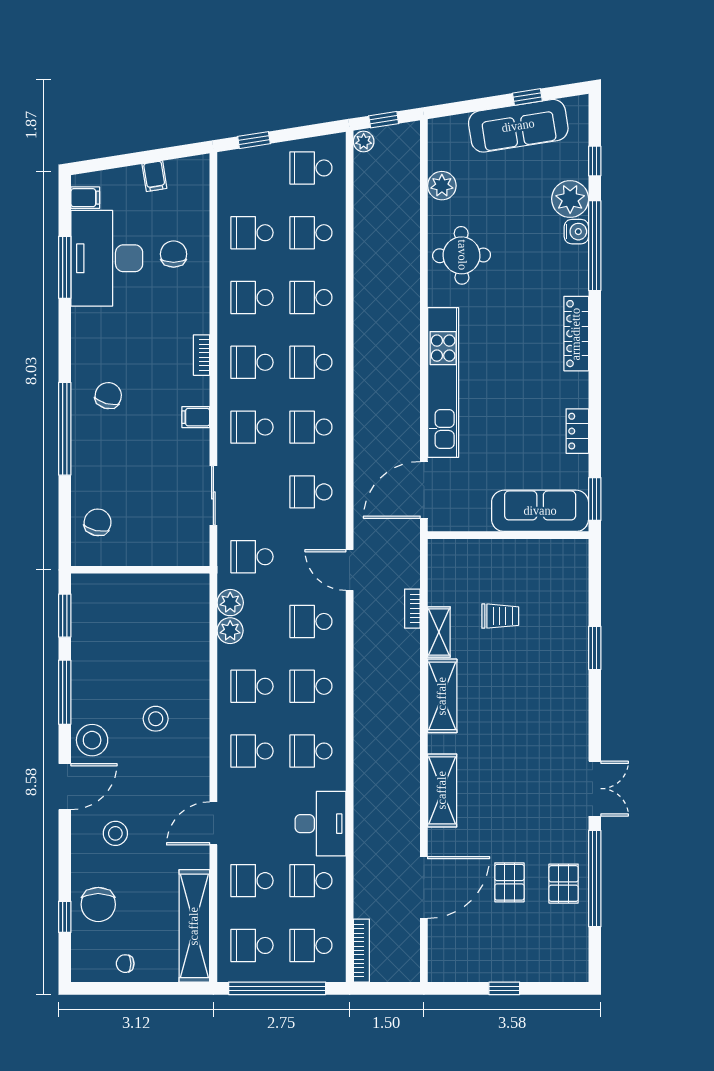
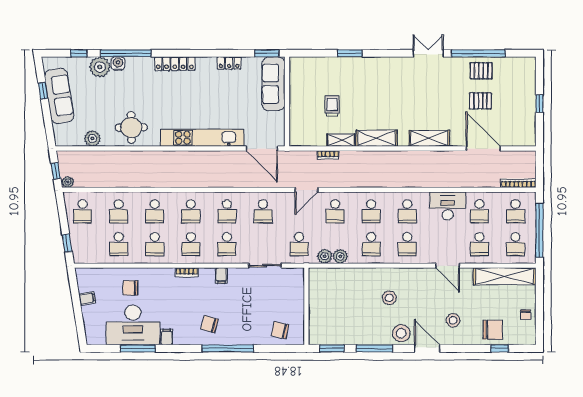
filing cabinet: (85, 198) -> (167, 337), moved

